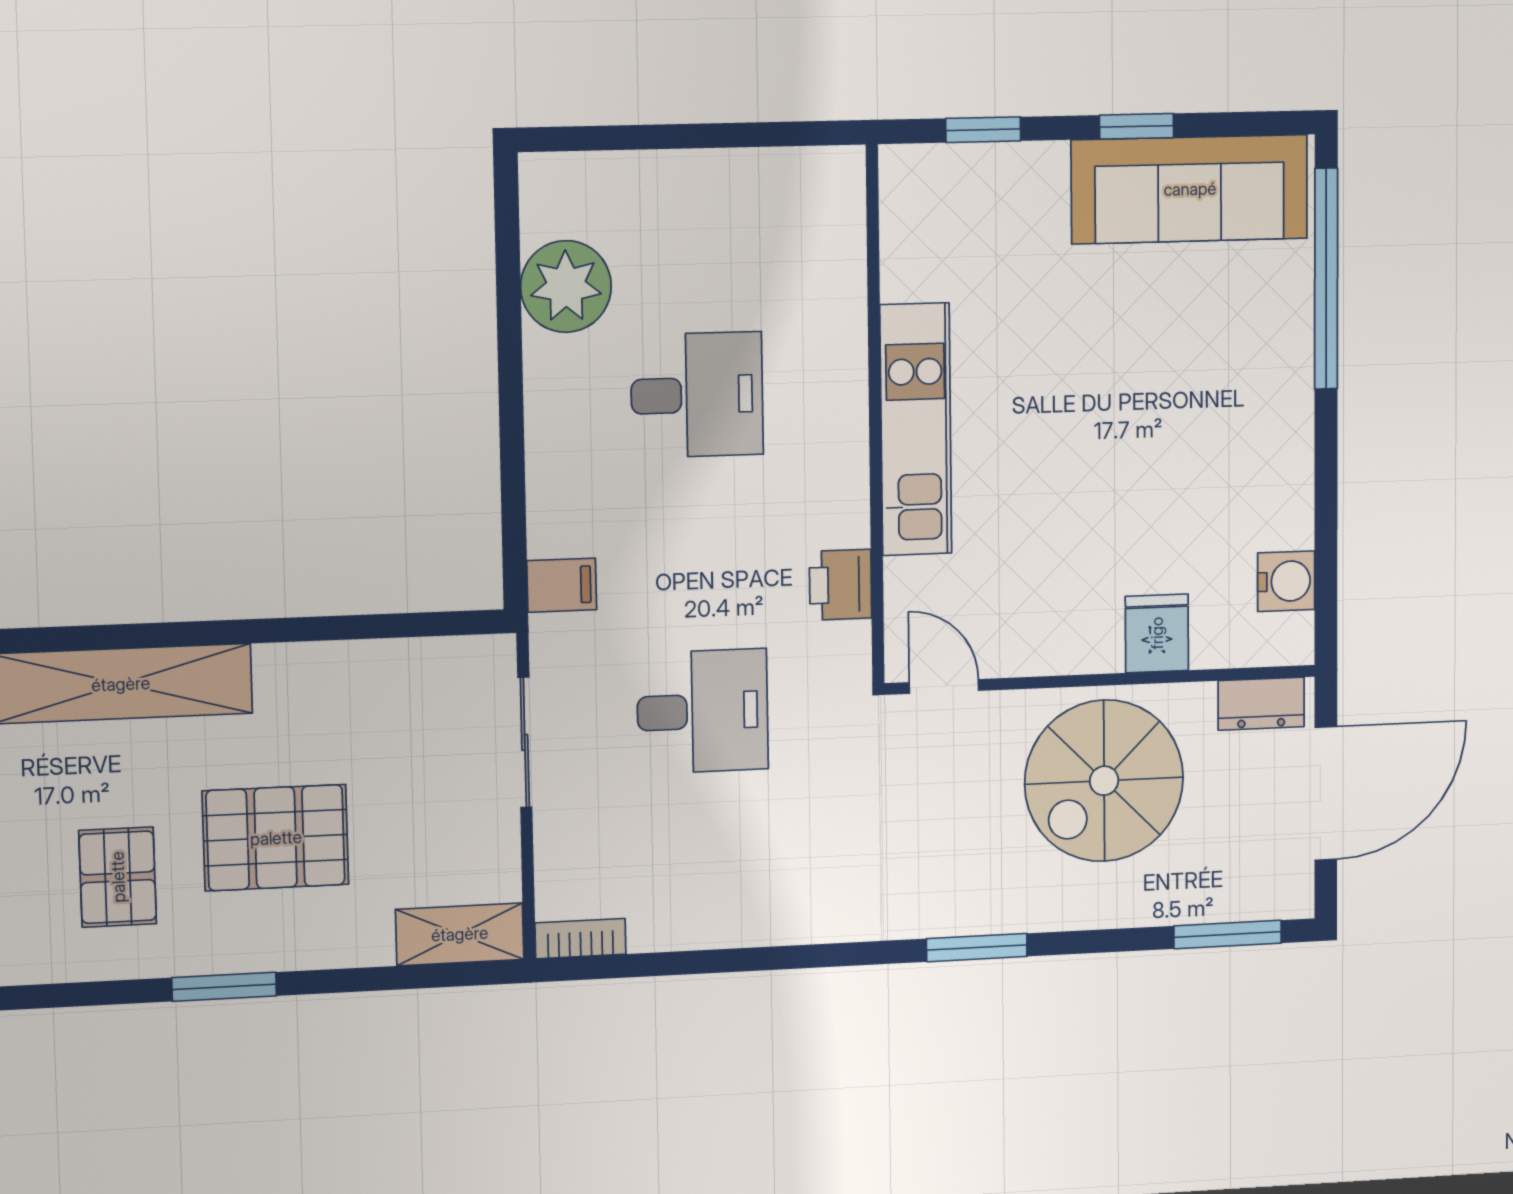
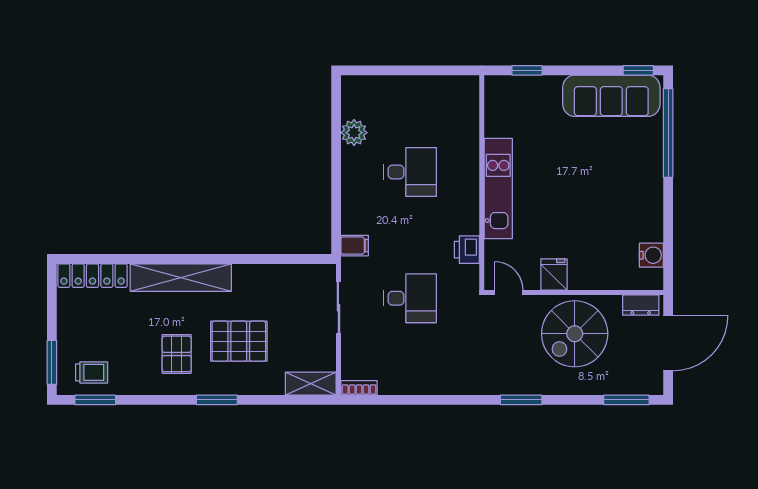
window: (1137, 126) -> (638, 70), moved
plant: (566, 286) -> (354, 133), width x0.73, depth x0.73
fridge: (1157, 633) -> (554, 274), moved

